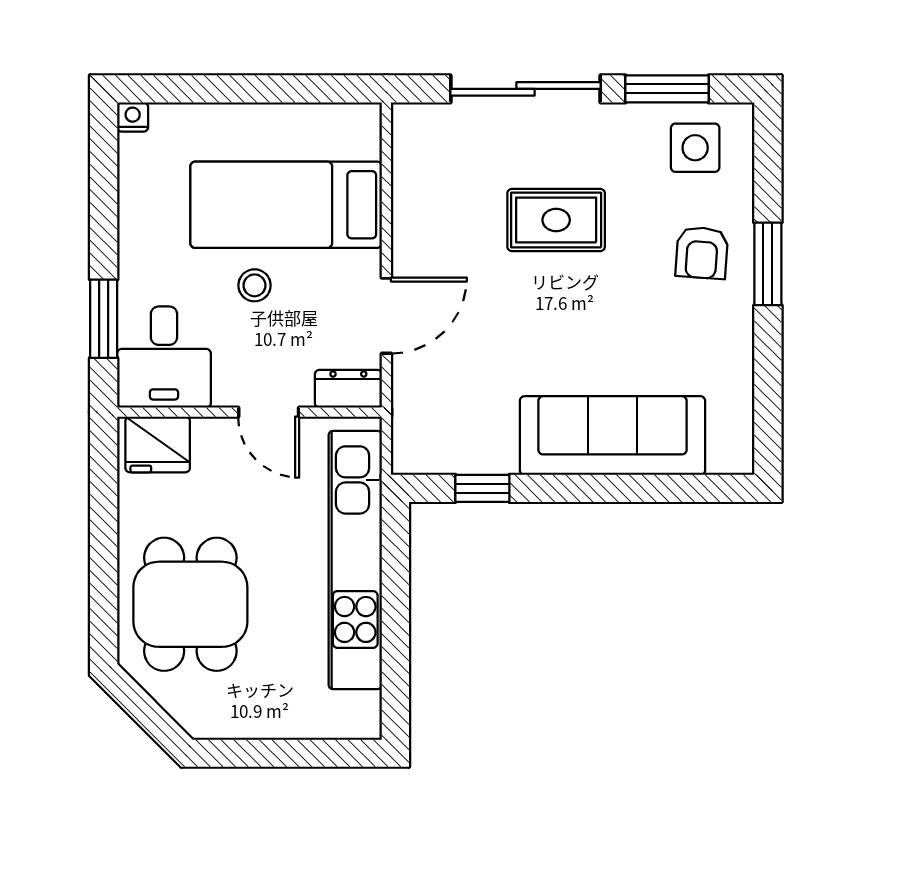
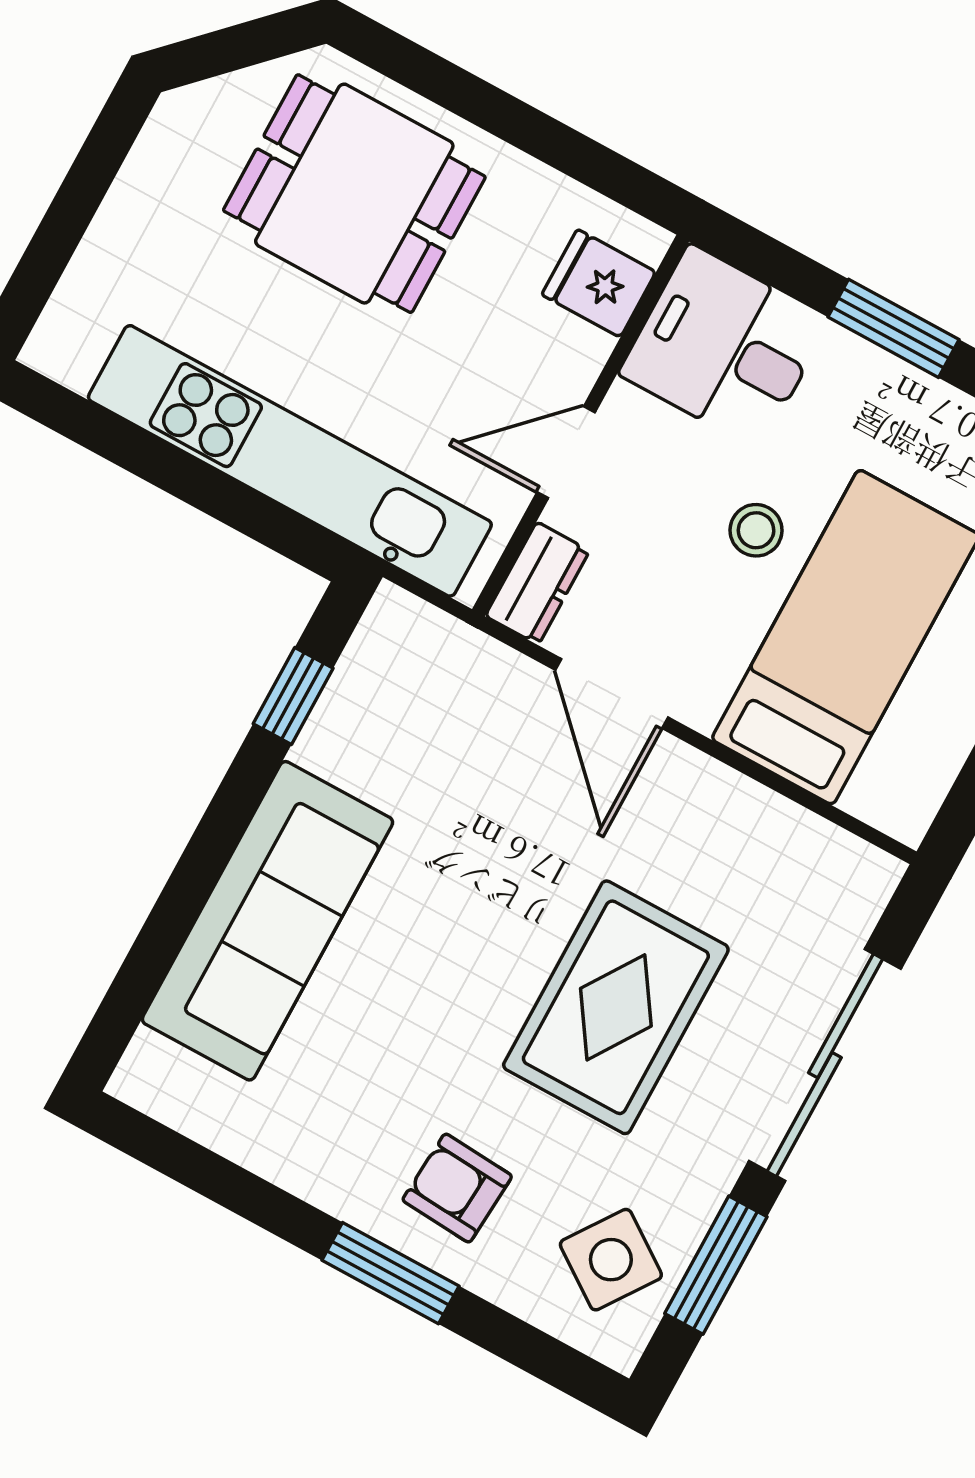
side table: (695, 148) -> (611, 1260), turned 35
rug: (556, 220) -> (616, 1007), width x1.36, depth x1.43
window: (104, 319) -> (893, 328), moved
fridge: (158, 444) -> (599, 283), width x0.72

